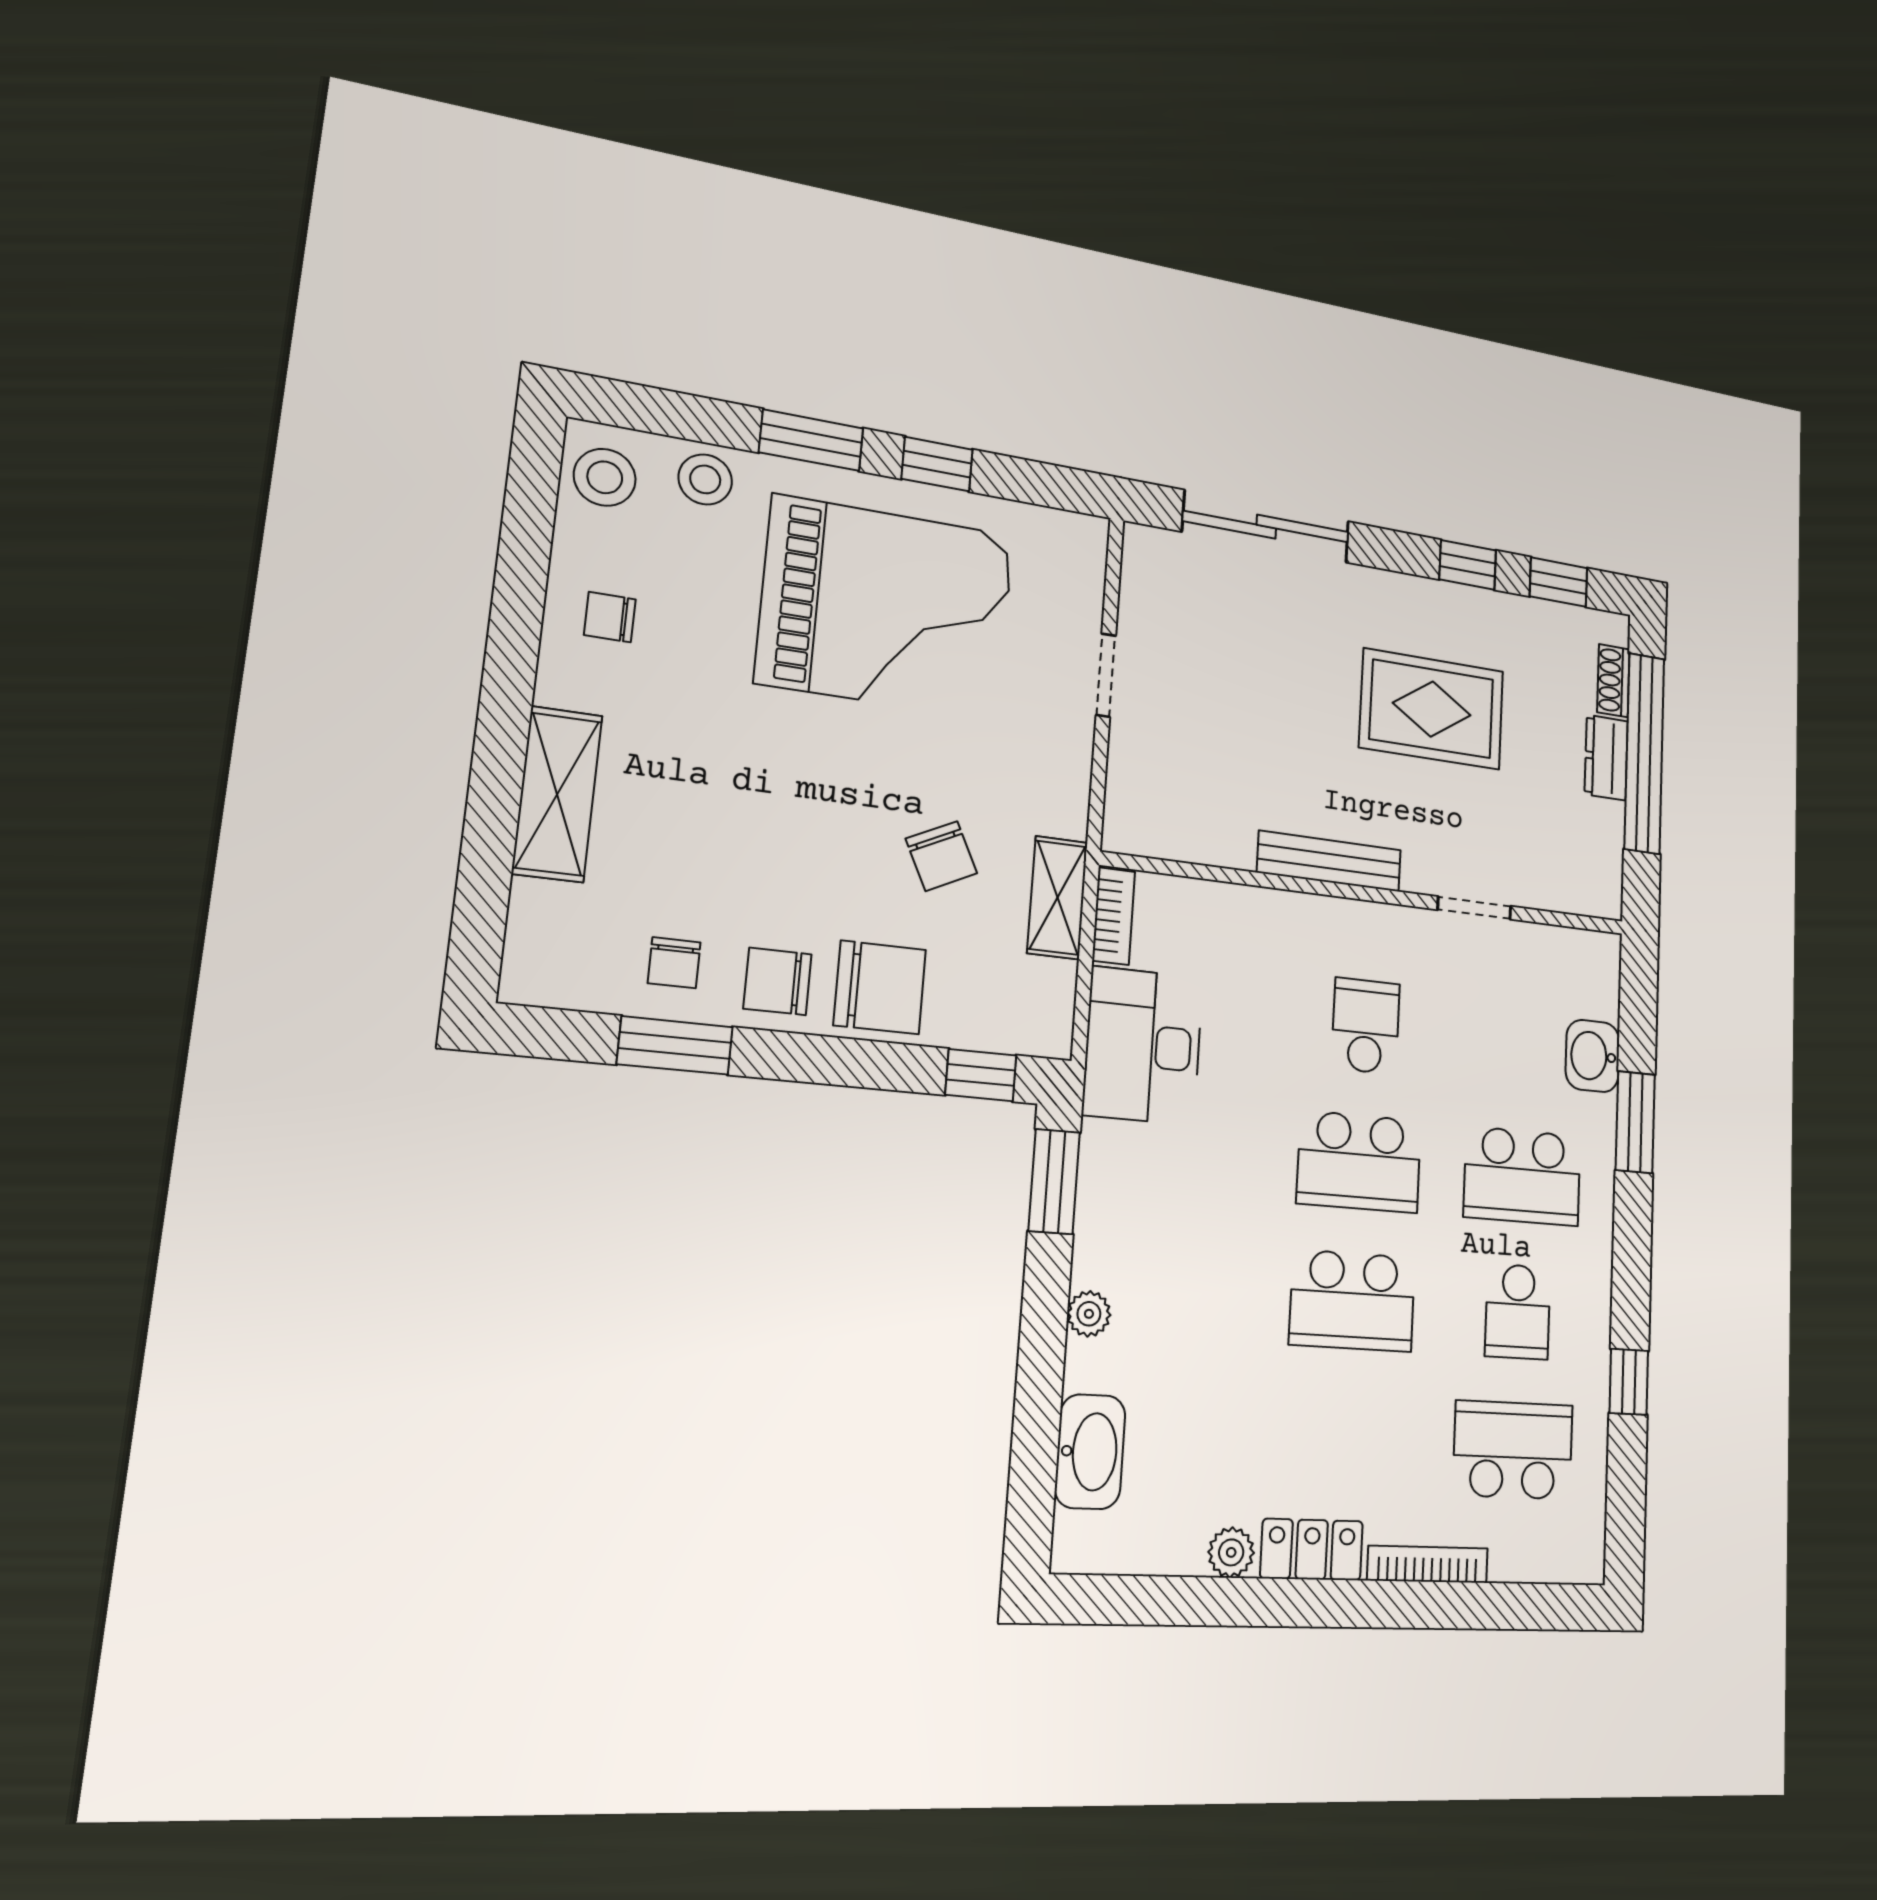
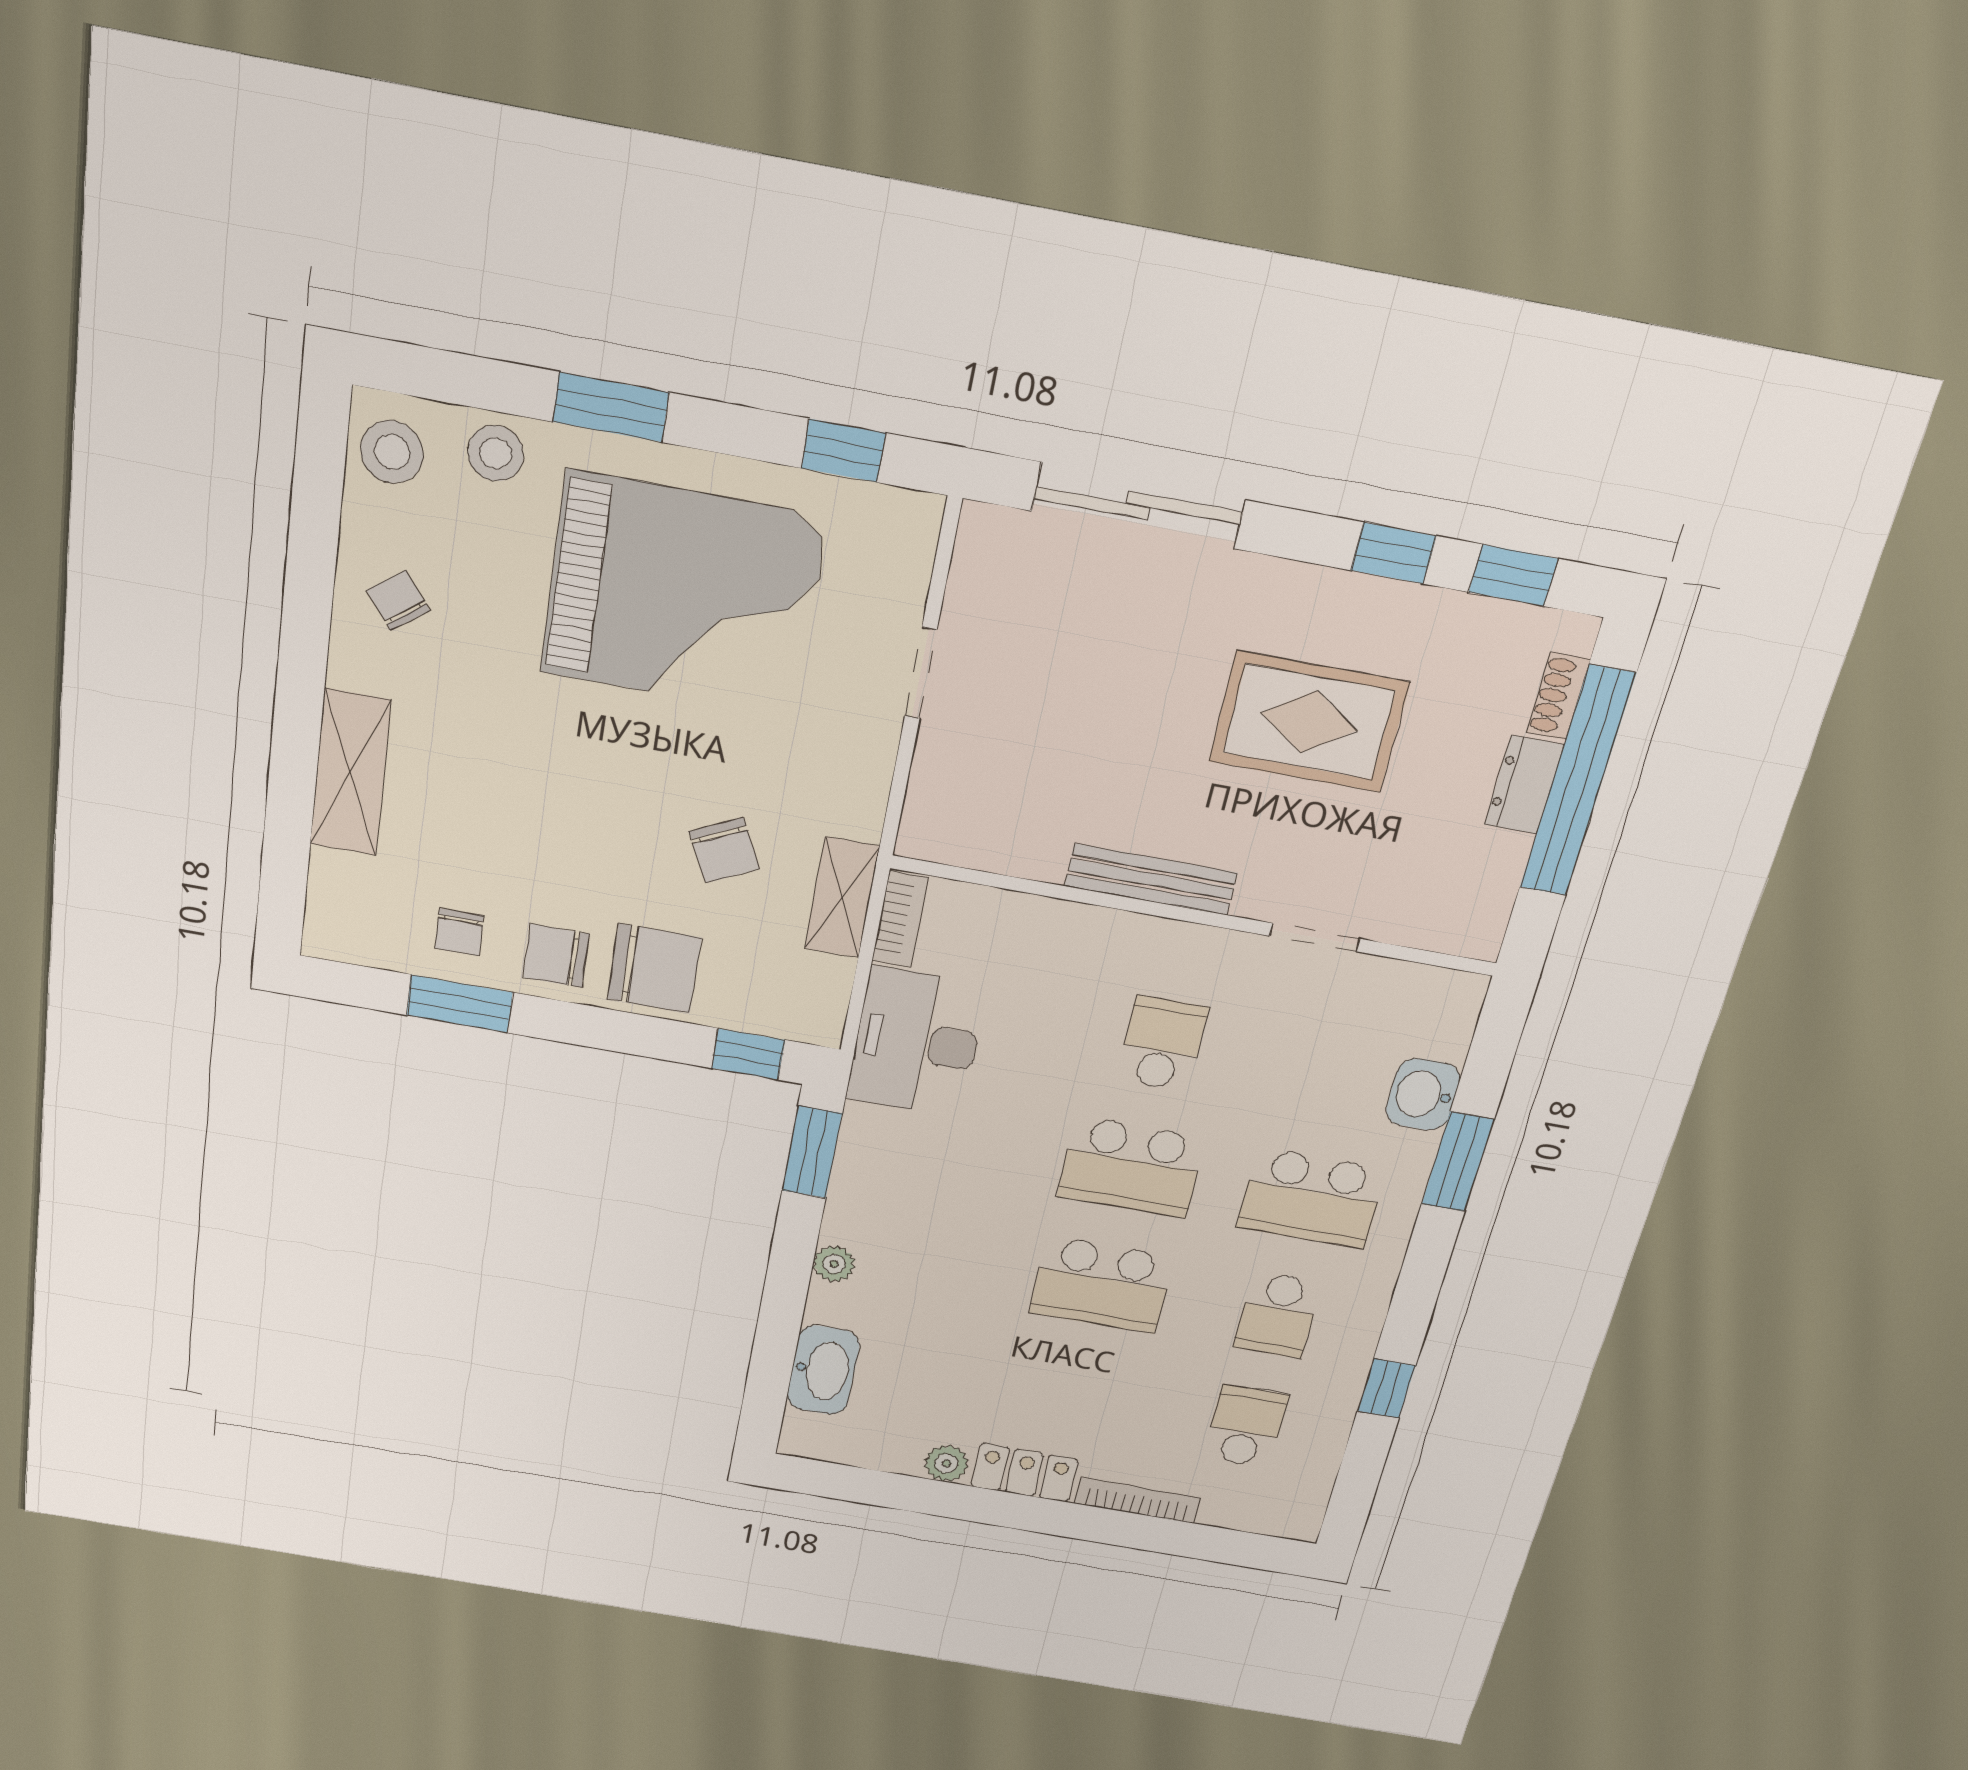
window: (937, 464) -> (843, 451), moved
chair: (610, 617) -> (398, 600), turned 53
school desk: (1513, 1450) -> (1246, 1426), width x0.54

